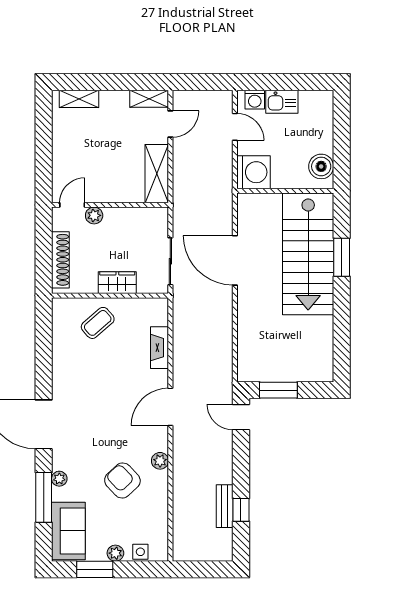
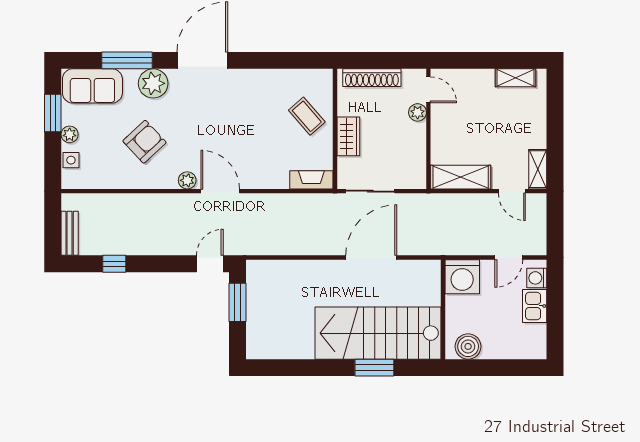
shelving: (79, 99) -> (515, 78), moved, turned 90
fireplace: (160, 348) -> (311, 180), moved
plant: (160, 461) -> (187, 180), moved
plant: (59, 479) -> (153, 83), width x1.88, depth x1.88
bench: (225, 506) -> (70, 233), moved, turned 90

